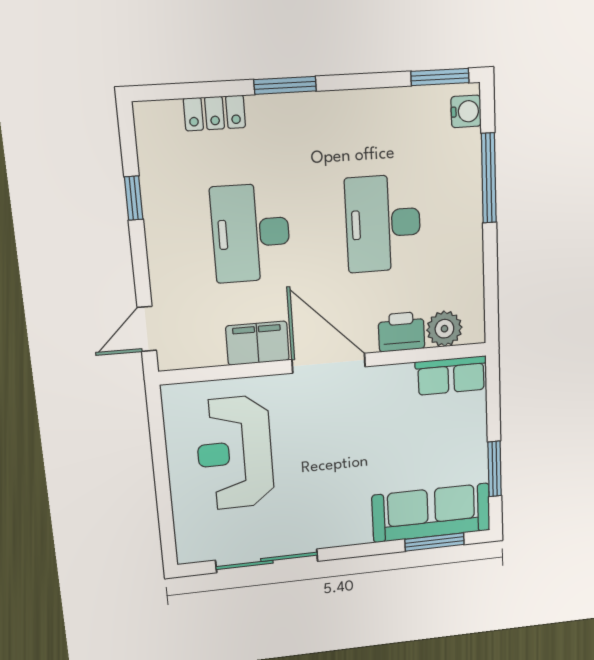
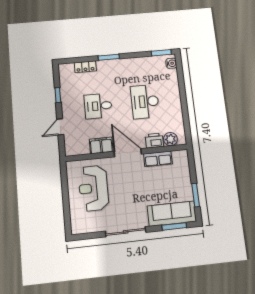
window: (489, 178) -> (182, 85), removed
desk: (251, 233) -> (98, 106), width x0.73
door: (147, 329) -> (60, 127), moved
row of seats: (451, 376) -> (158, 159), moved
sliding door: (267, 561) -> (126, 232), moved

